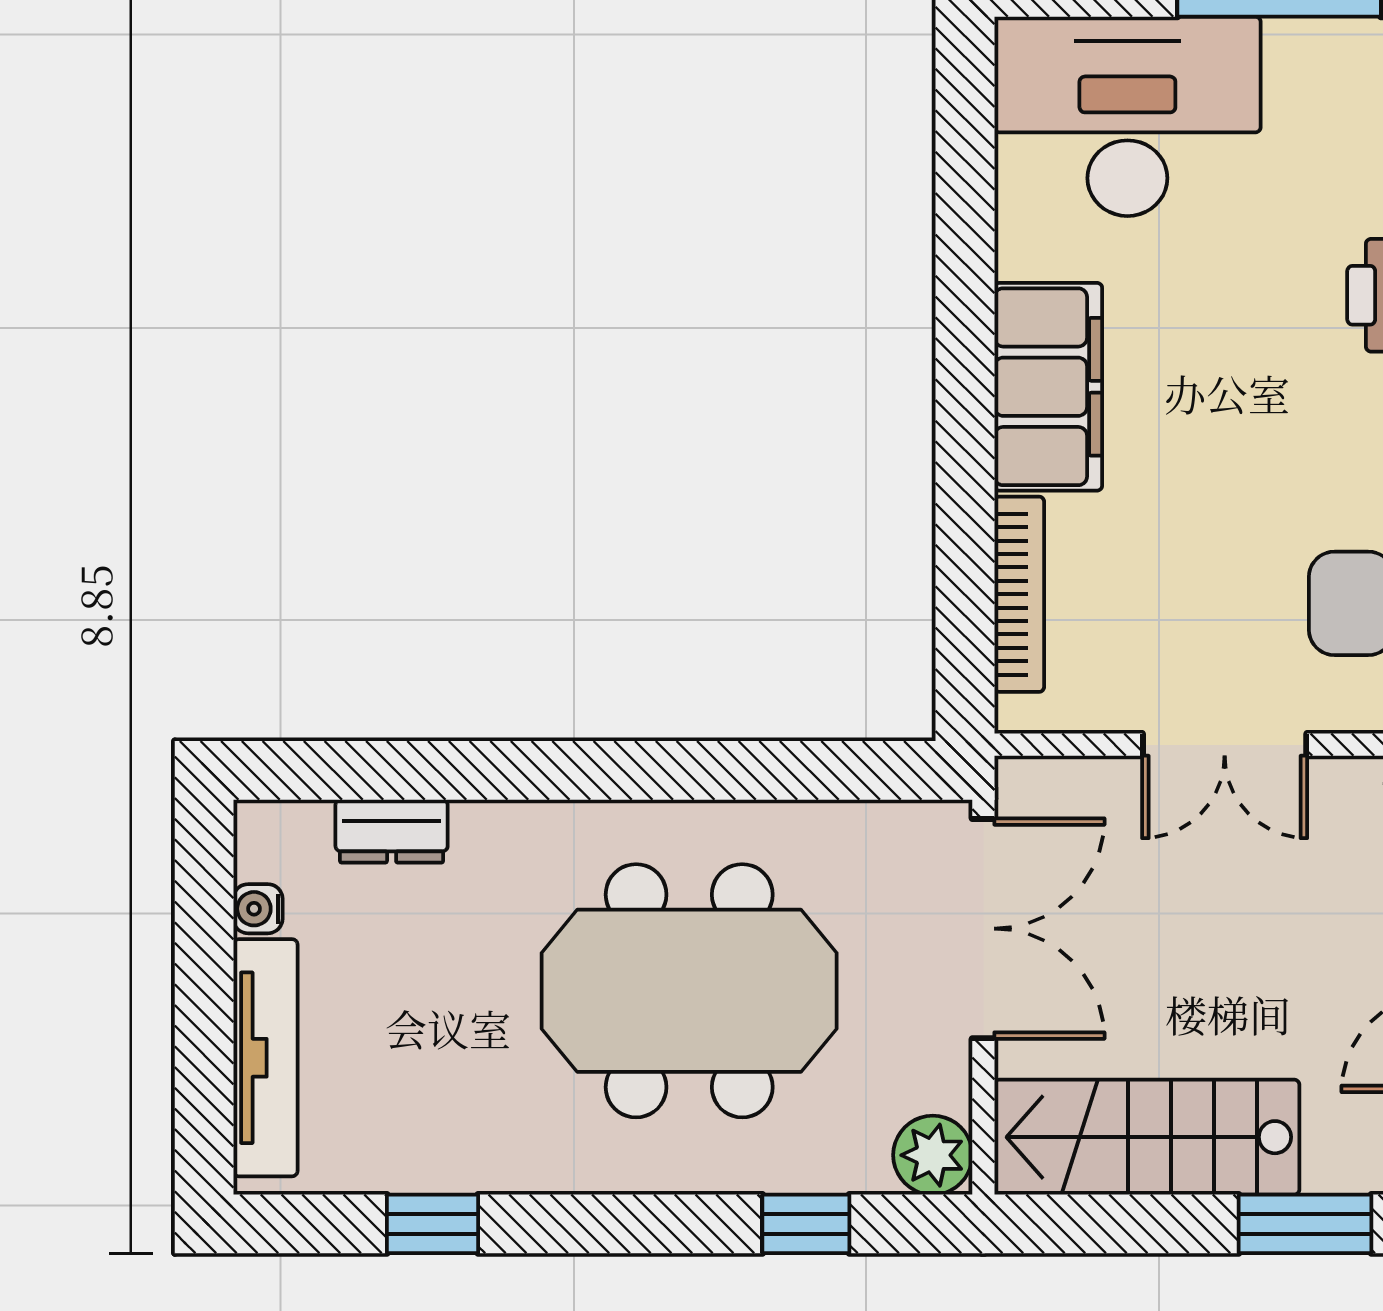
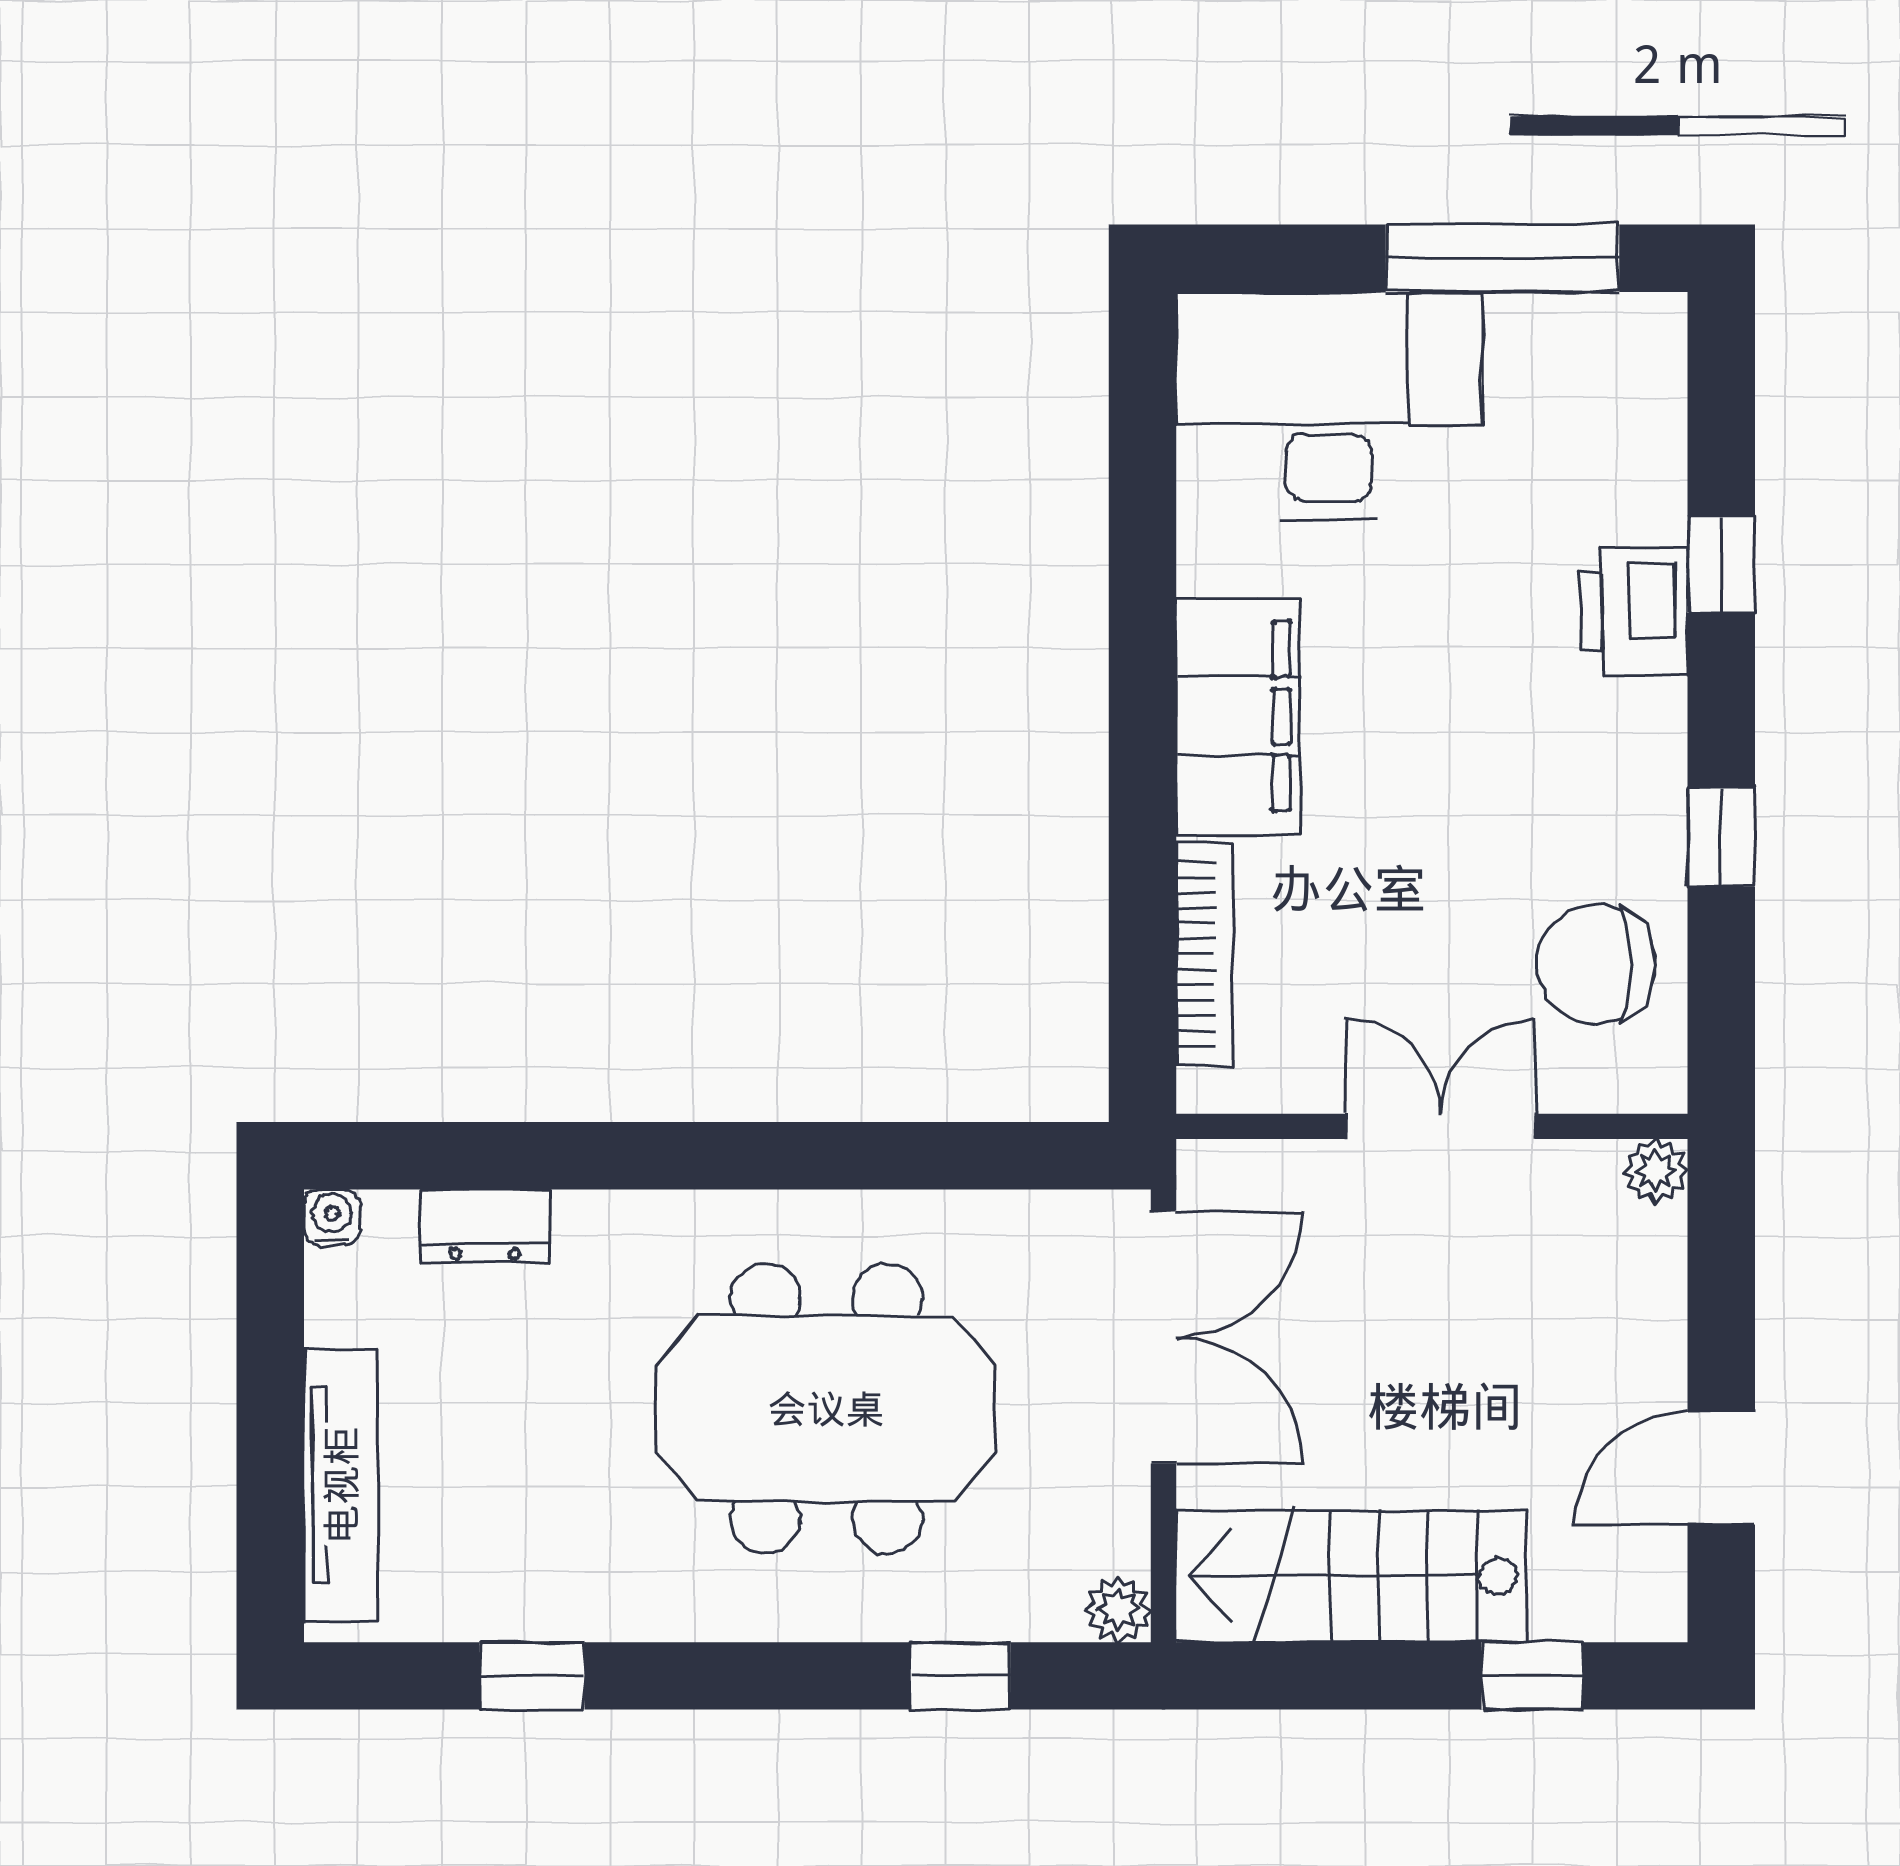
double door: (1225, 745) -> (1440, 1126), swing flipped
water cooler: (258, 909) -> (332, 1218), moved, turned 90
plant: (933, 1155) -> (1118, 1609), width x0.73, depth x0.73
window: (1305, 1224) -> (1532, 1676), width x0.67

